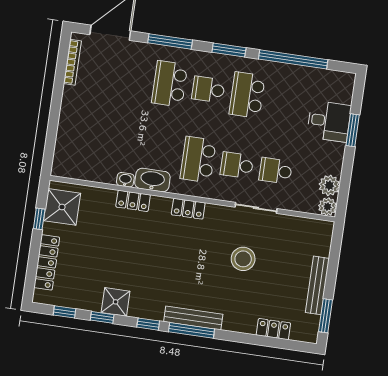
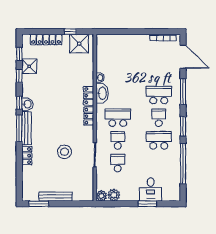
locker: (133, 201) -> (89, 96), moved
shower: (116, 302) -> (29, 66), moved
washbasin: (152, 311) -> (27, 104), added
locker: (273, 329) -> (27, 156), moved

